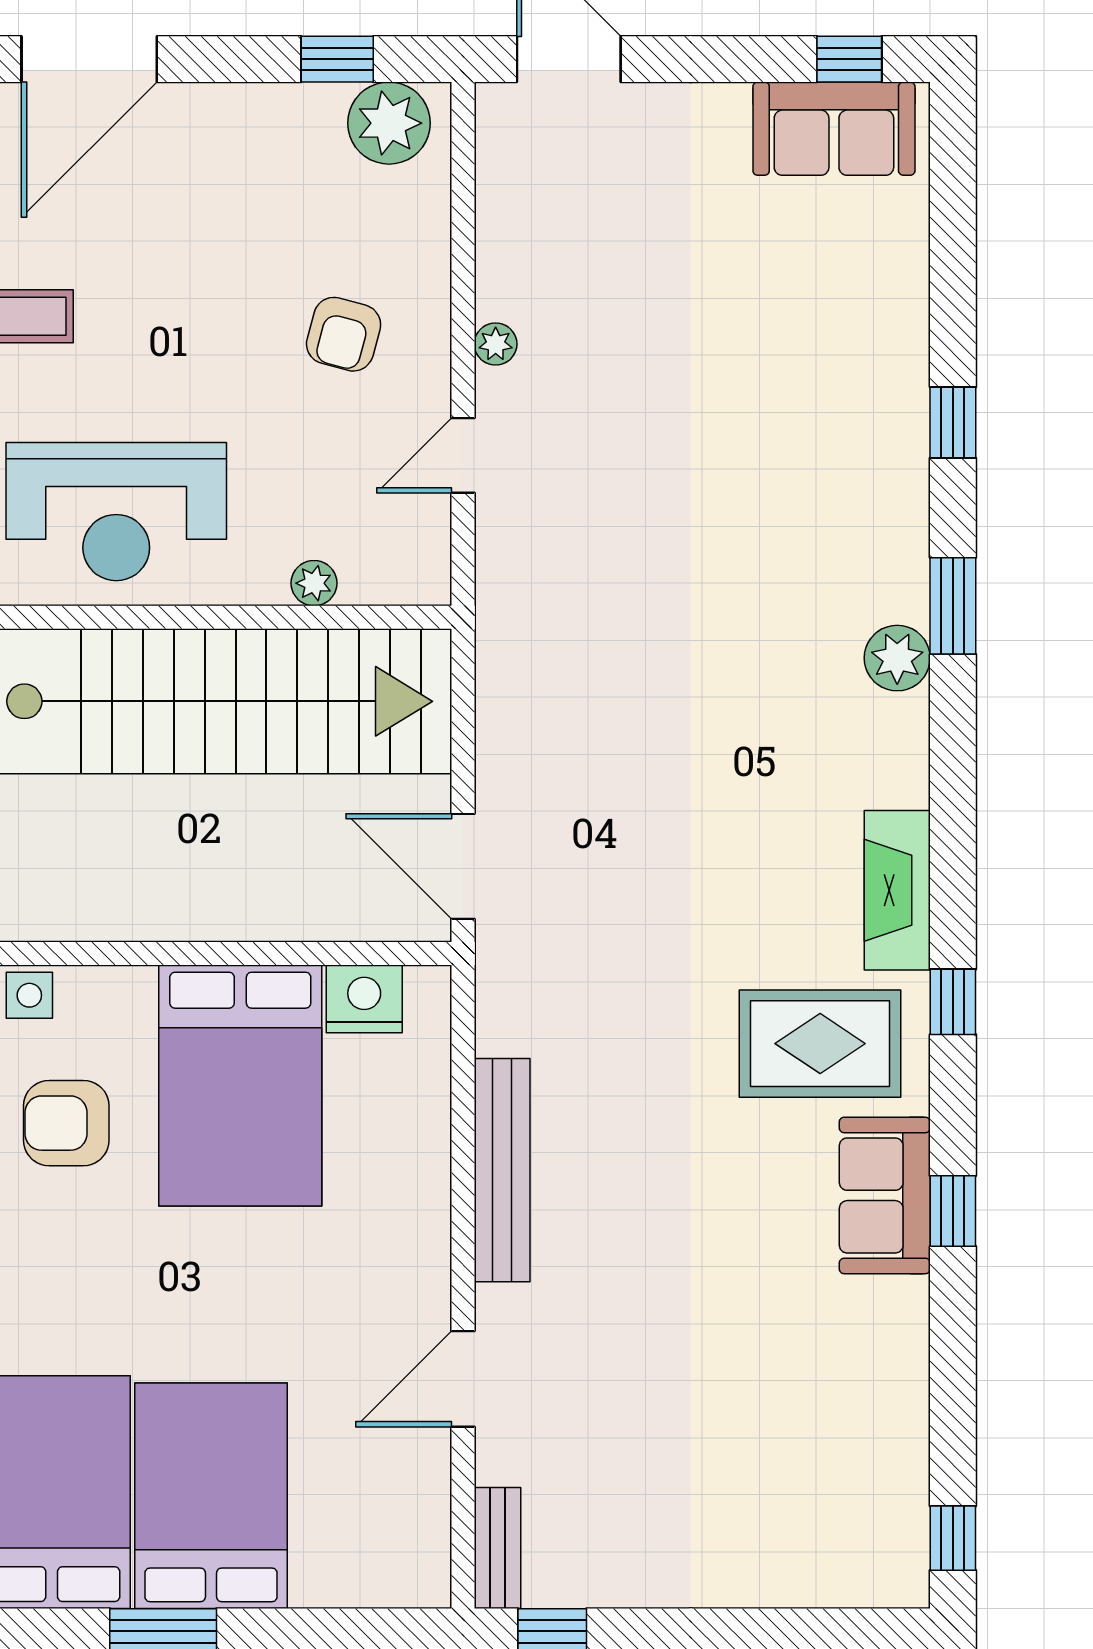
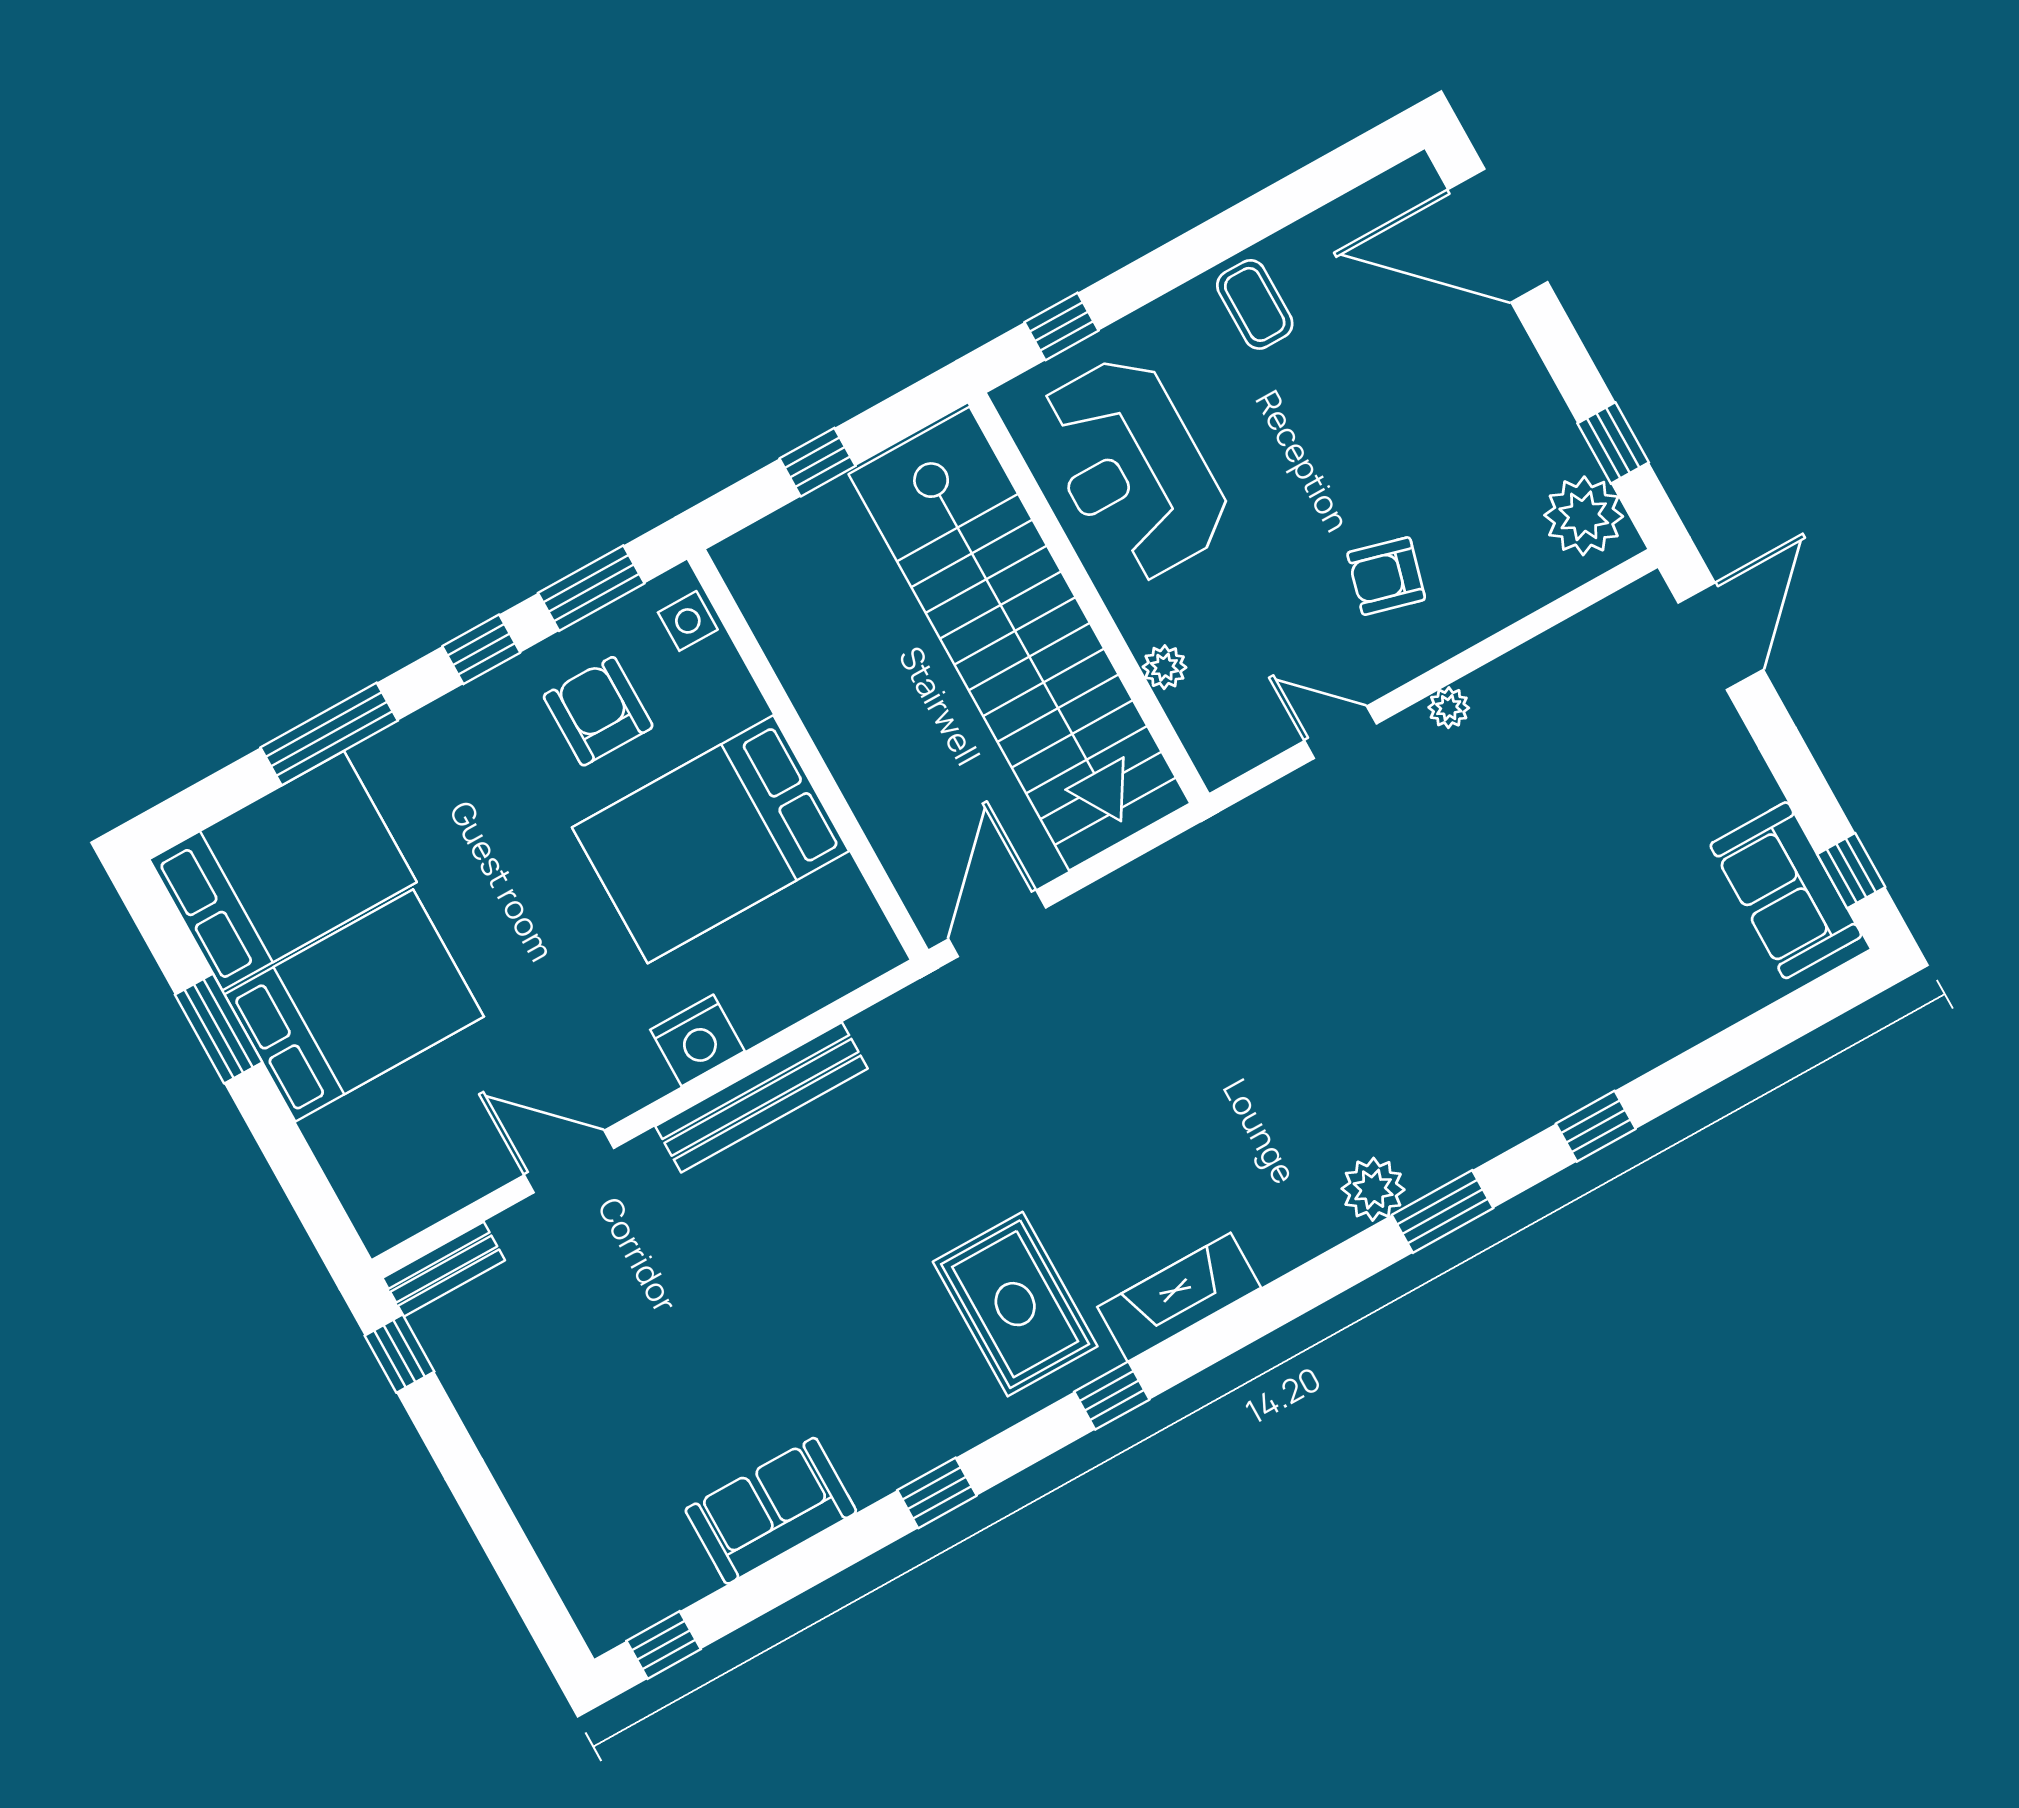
nightstand: (364, 999) -> (697, 1040), moved, turned 90
sofa: (885, 1195) -> (771, 1511), moved

